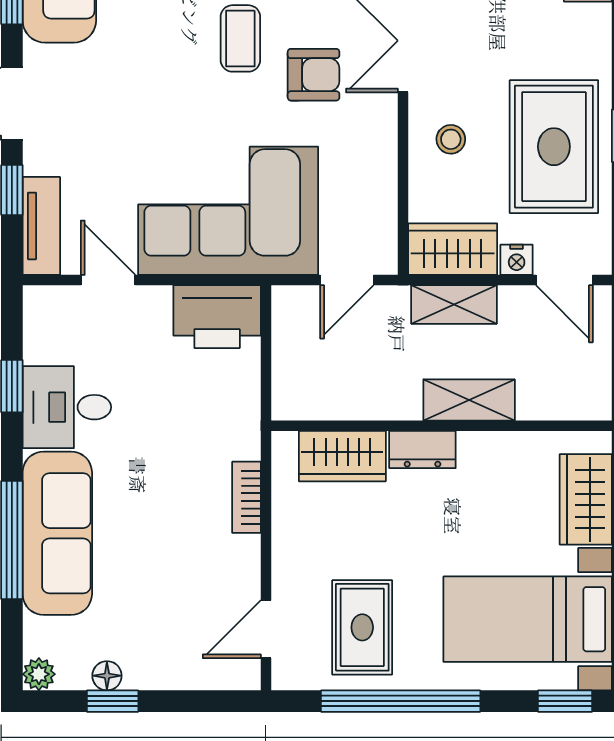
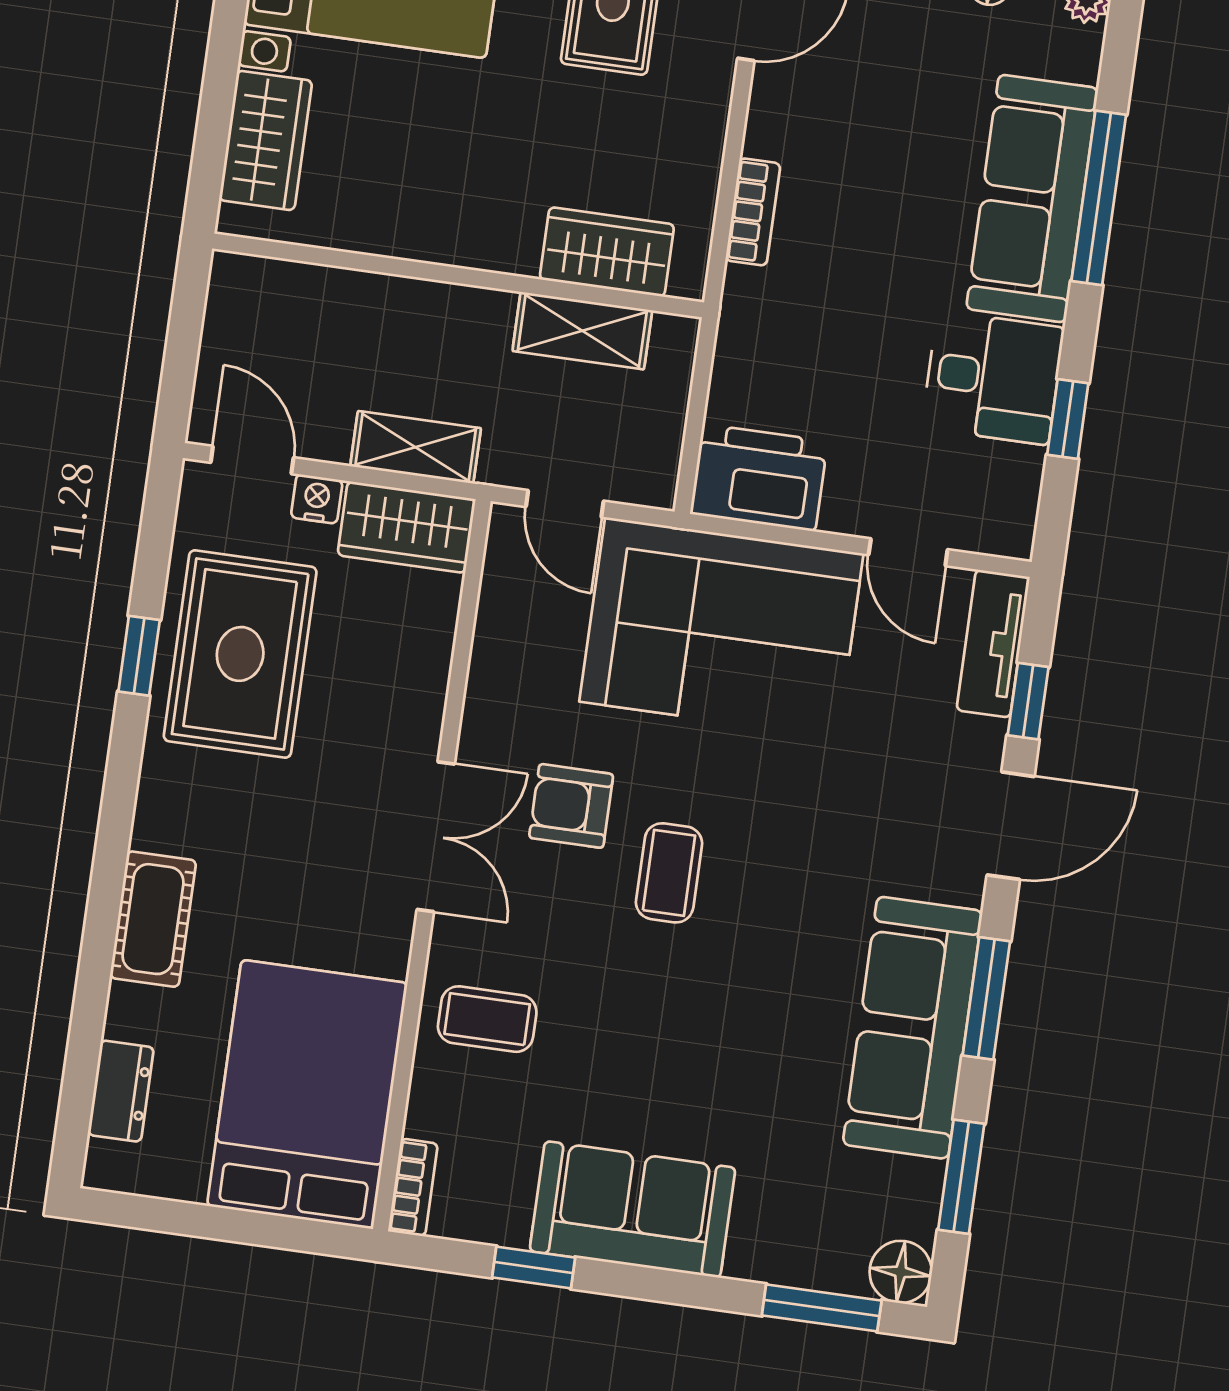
stool: (451, 139) -> (387, 685), removed
door: (347, 280) -> (565, 504), swing flipped
shelving: (469, 400) -> (582, 331), moved
dresser: (422, 450) -> (490, 245), removed

